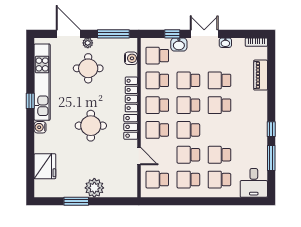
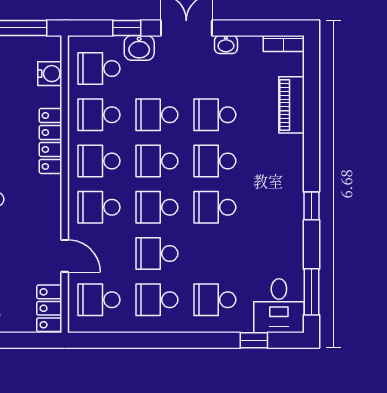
locker: (131, 127) -> (49, 308), moved
school desk: (219, 155) -> (215, 207), moved
window: (271, 158) -> (311, 292), moved
window: (240, 201) -> (254, 340), added

